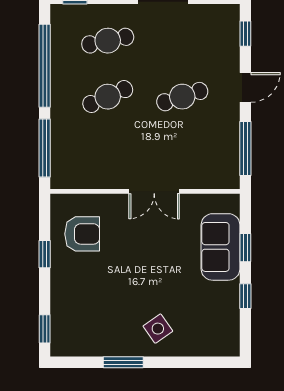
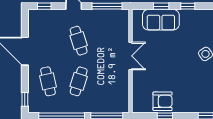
cafe table: (108, 97) -> (79, 81), turned 42
armchair: (82, 234) -> (163, 101), moved, turned 90

